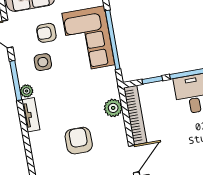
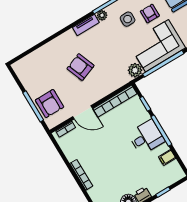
plant: (113, 108) -> (135, 70), moved
armchair: (79, 141) -> (80, 67), turned -111

